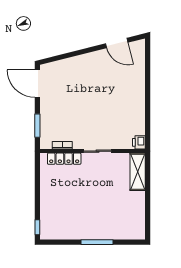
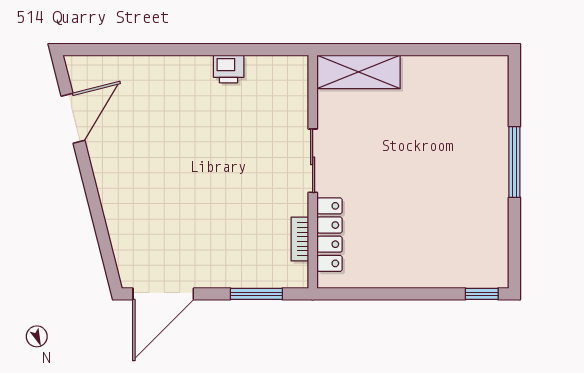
printer: (139, 142) -> (229, 69), moved

